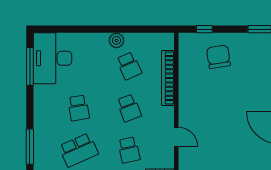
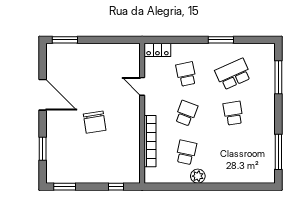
chair: (218, 57) -> (95, 122), moved
desk: (53, 58) -> (257, 160), removed
school desk: (129, 66) -> (186, 152), turned 36
school desk: (129, 108) -> (186, 113), turned 42

